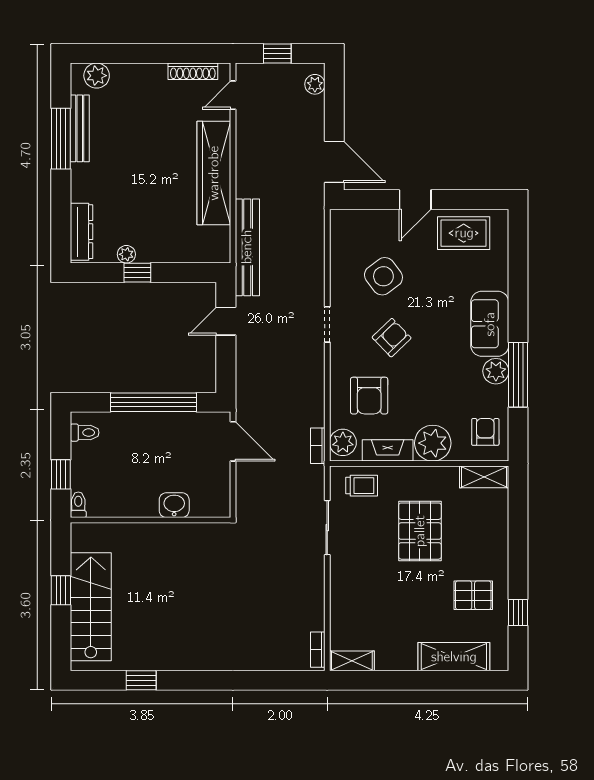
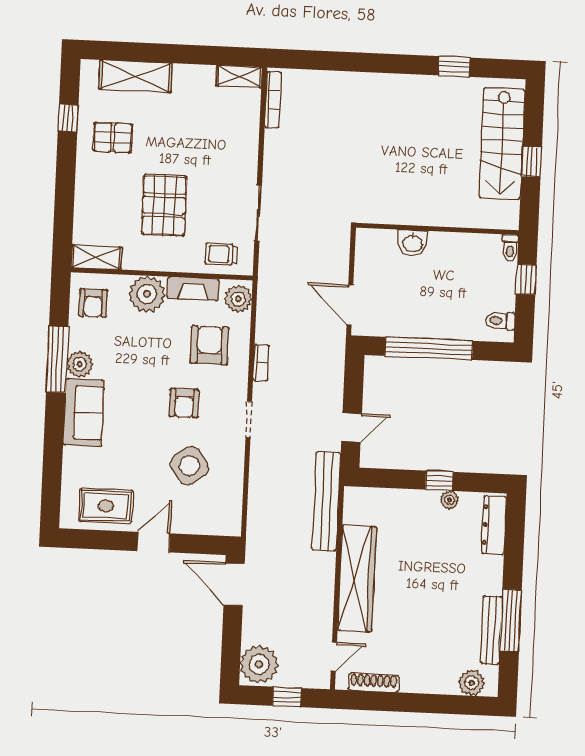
plant: (315, 84) -> (259, 664), width x1.88, depth x1.88
armchair: (392, 338) -> (184, 403), turned -46
bookcase: (318, 446) -> (261, 363), moved
bookcase: (318, 650) -> (273, 100), width x1.56

